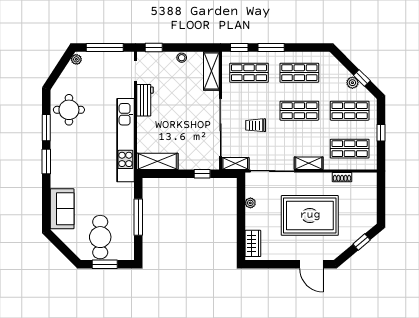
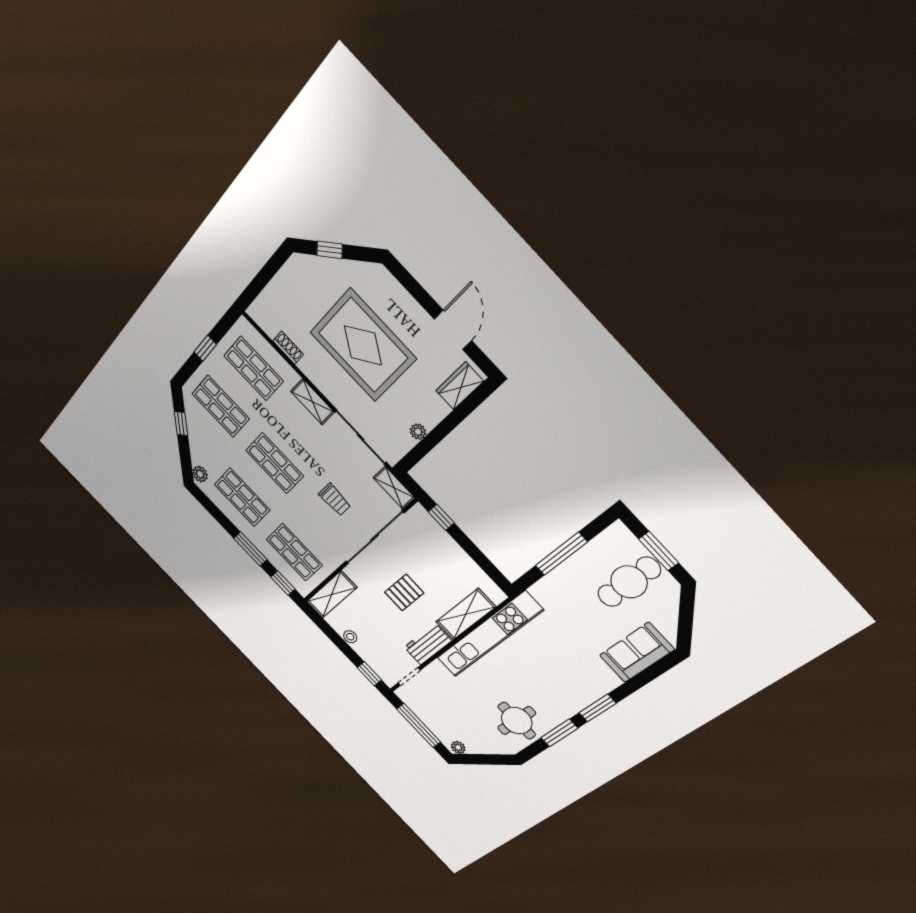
plant: (352, 83) -> (200, 474), moved
pallet: (181, 115) -> (404, 593), added
shelving: (157, 161) -> (466, 614), moved, turned 90
door: (311, 264) -> (453, 330), moved

